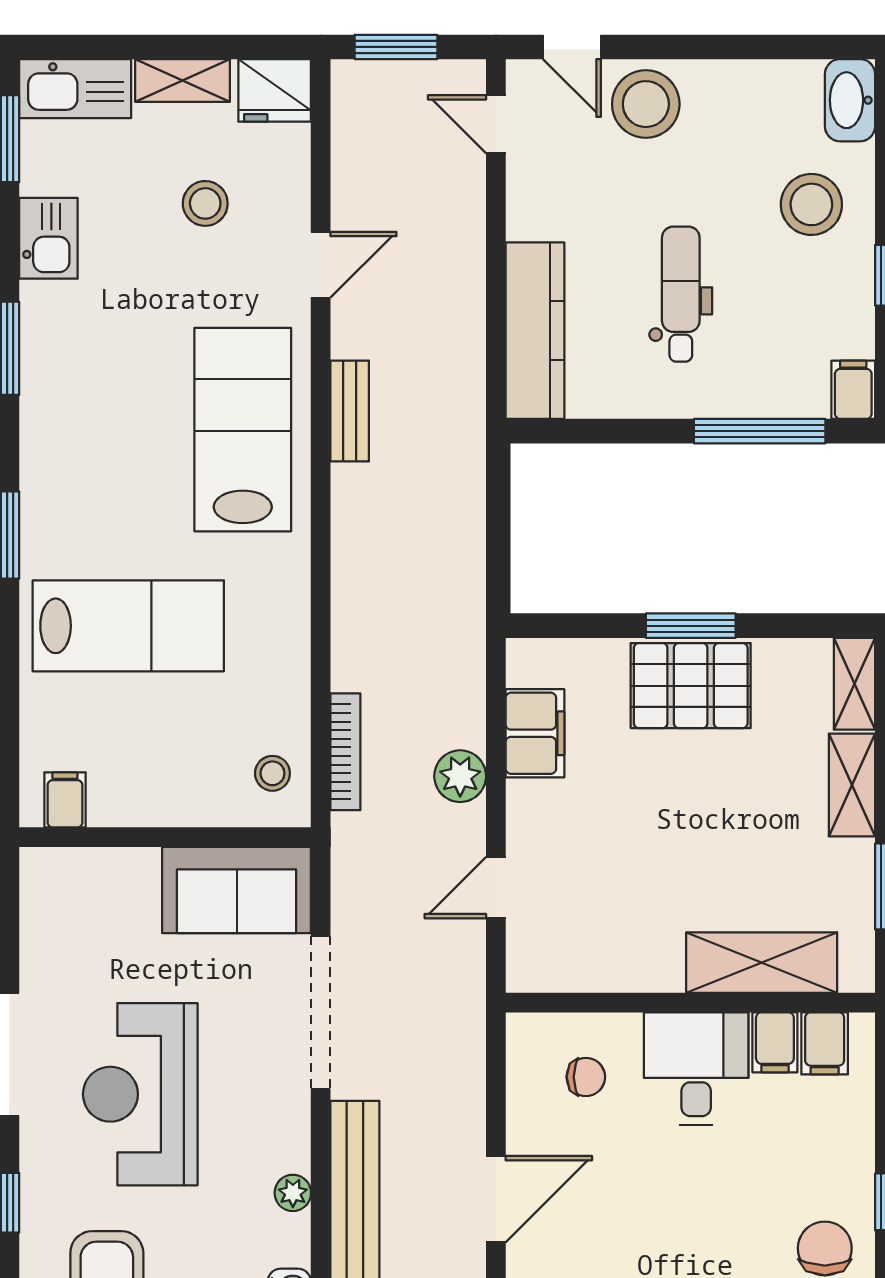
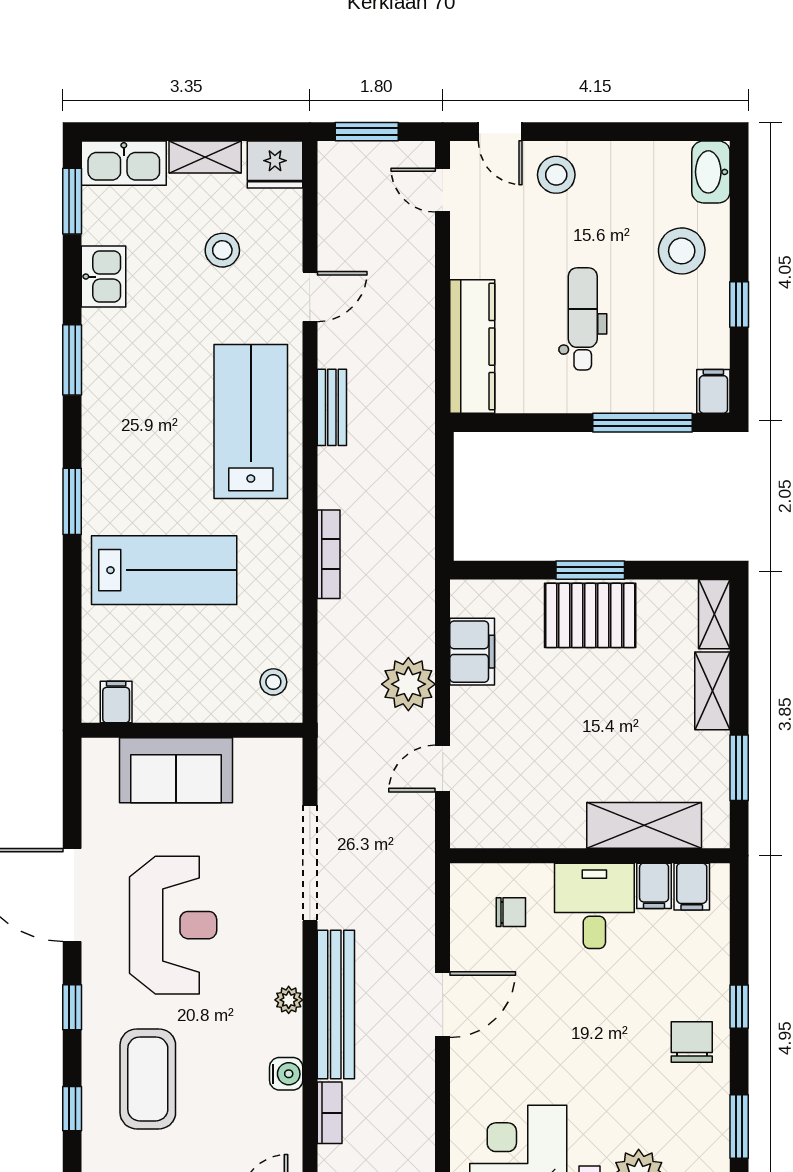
stool: (646, 104) -> (556, 175), width x0.73, depth x0.73
bookcase: (345, 752) -> (329, 554), moved
plant: (460, 776) -> (408, 684), width x1.36, depth x1.36
sofa: (237, 890) -> (176, 770), moved
reception desk: (140, 1094) -> (173, 925), turned 180

